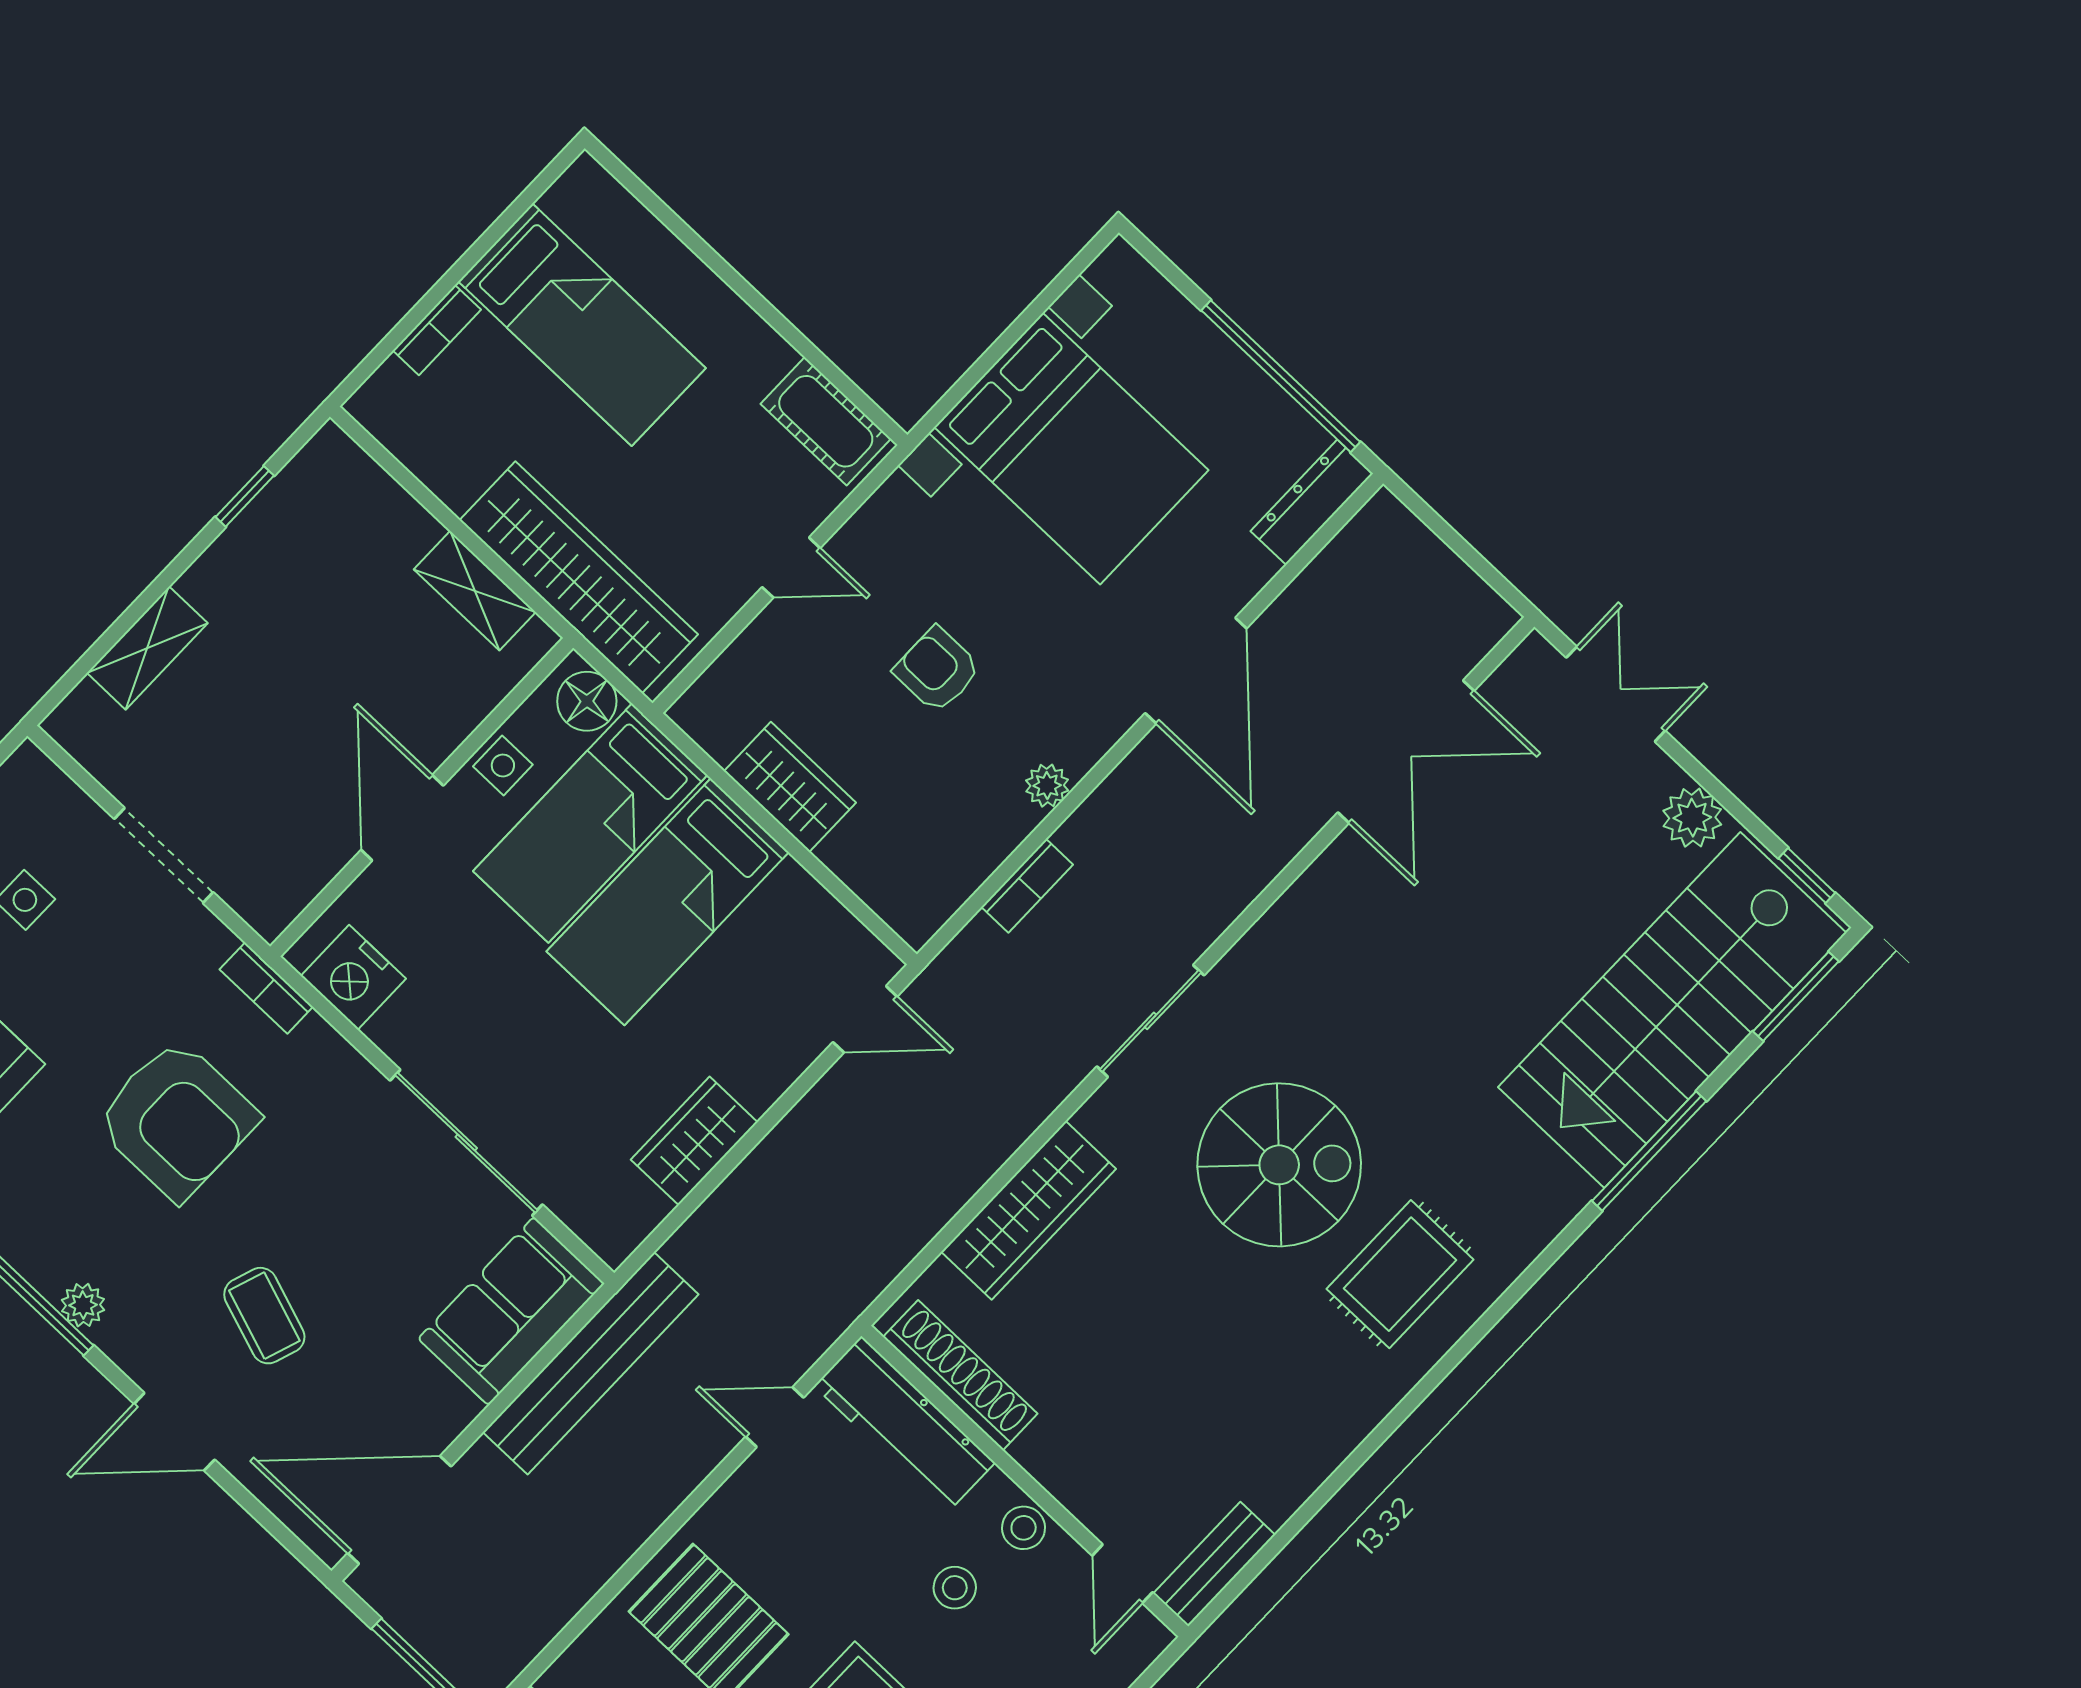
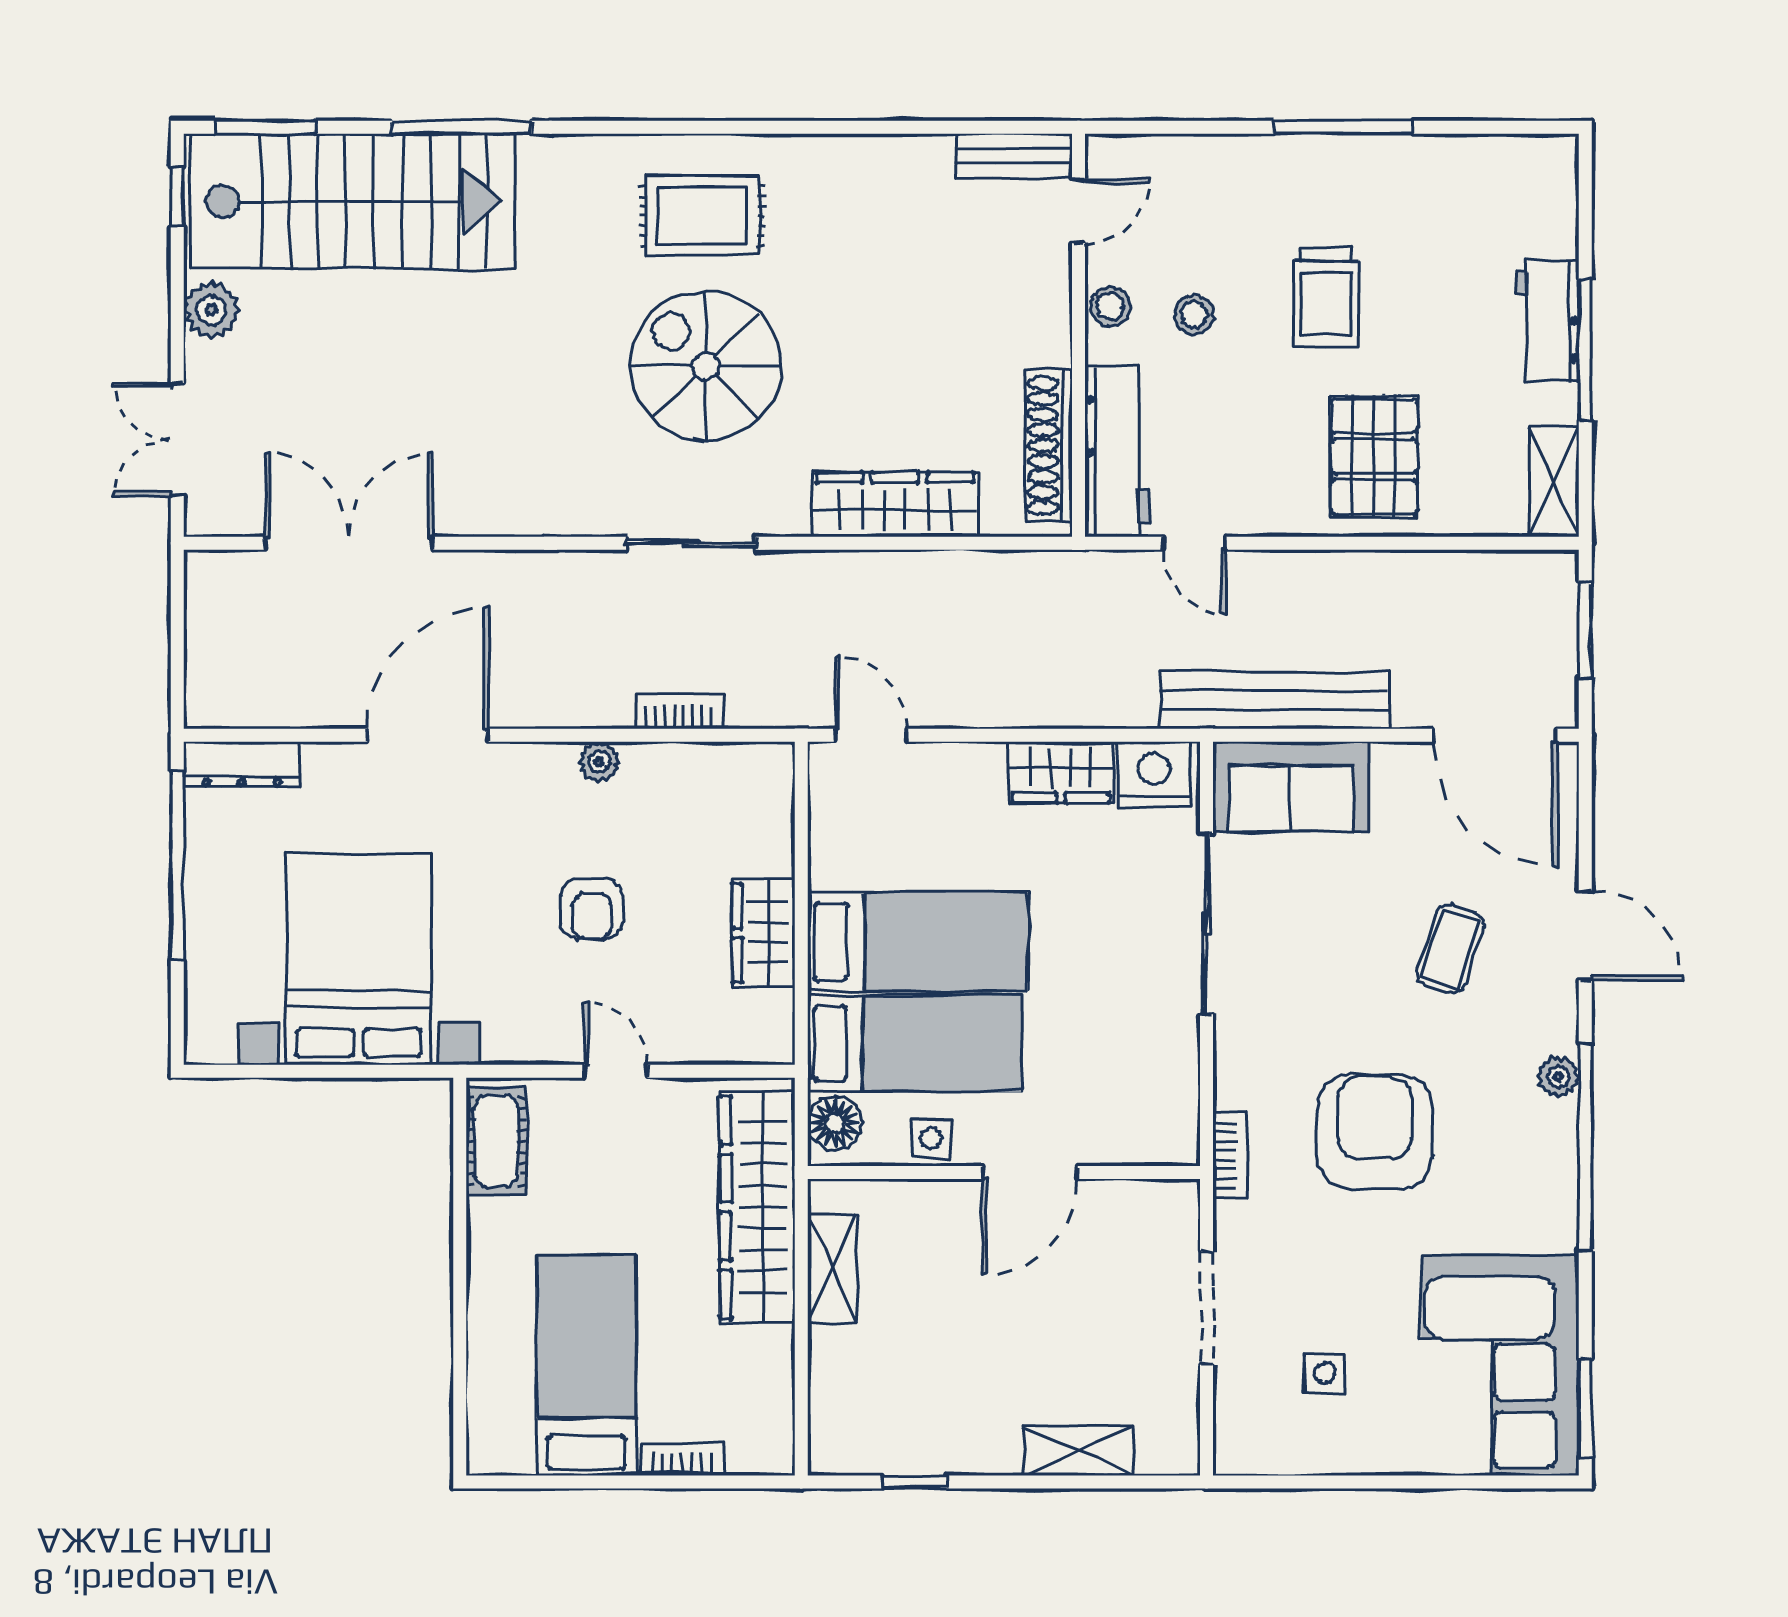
nightstand: (353, 977) -> (1154, 774), moved, turned -90

